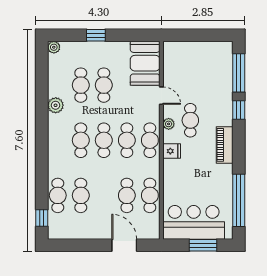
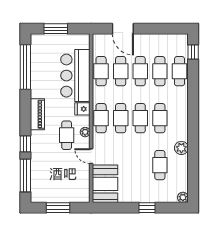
window: (200, 35) -> (58, 208), added
cafe table: (104, 85) -> (140, 71), moved
bar counter: (194, 222) -> (75, 76), moved, turned 90

